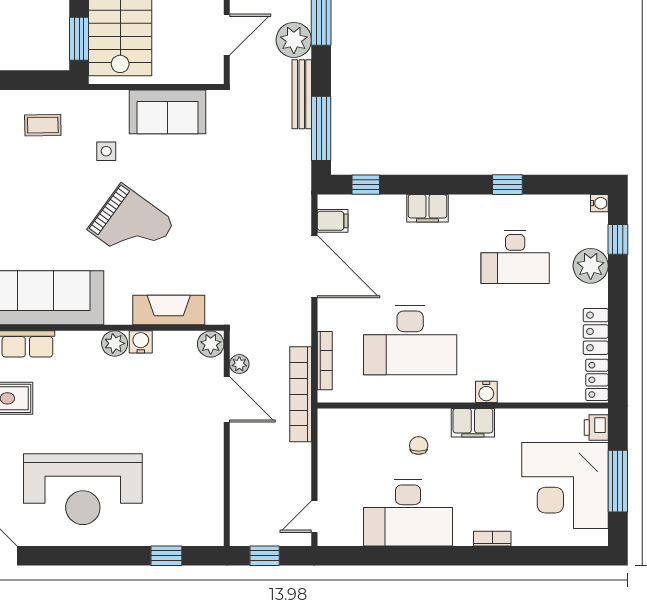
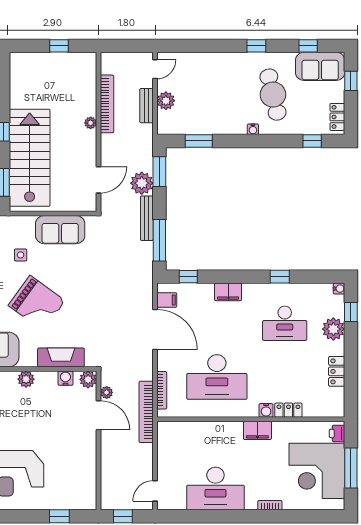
water cooler: (141, 342) -> (65, 378), moved
locker: (597, 380) -> (288, 410), moved, turned 90
chair: (419, 445) -> (222, 445), removed

